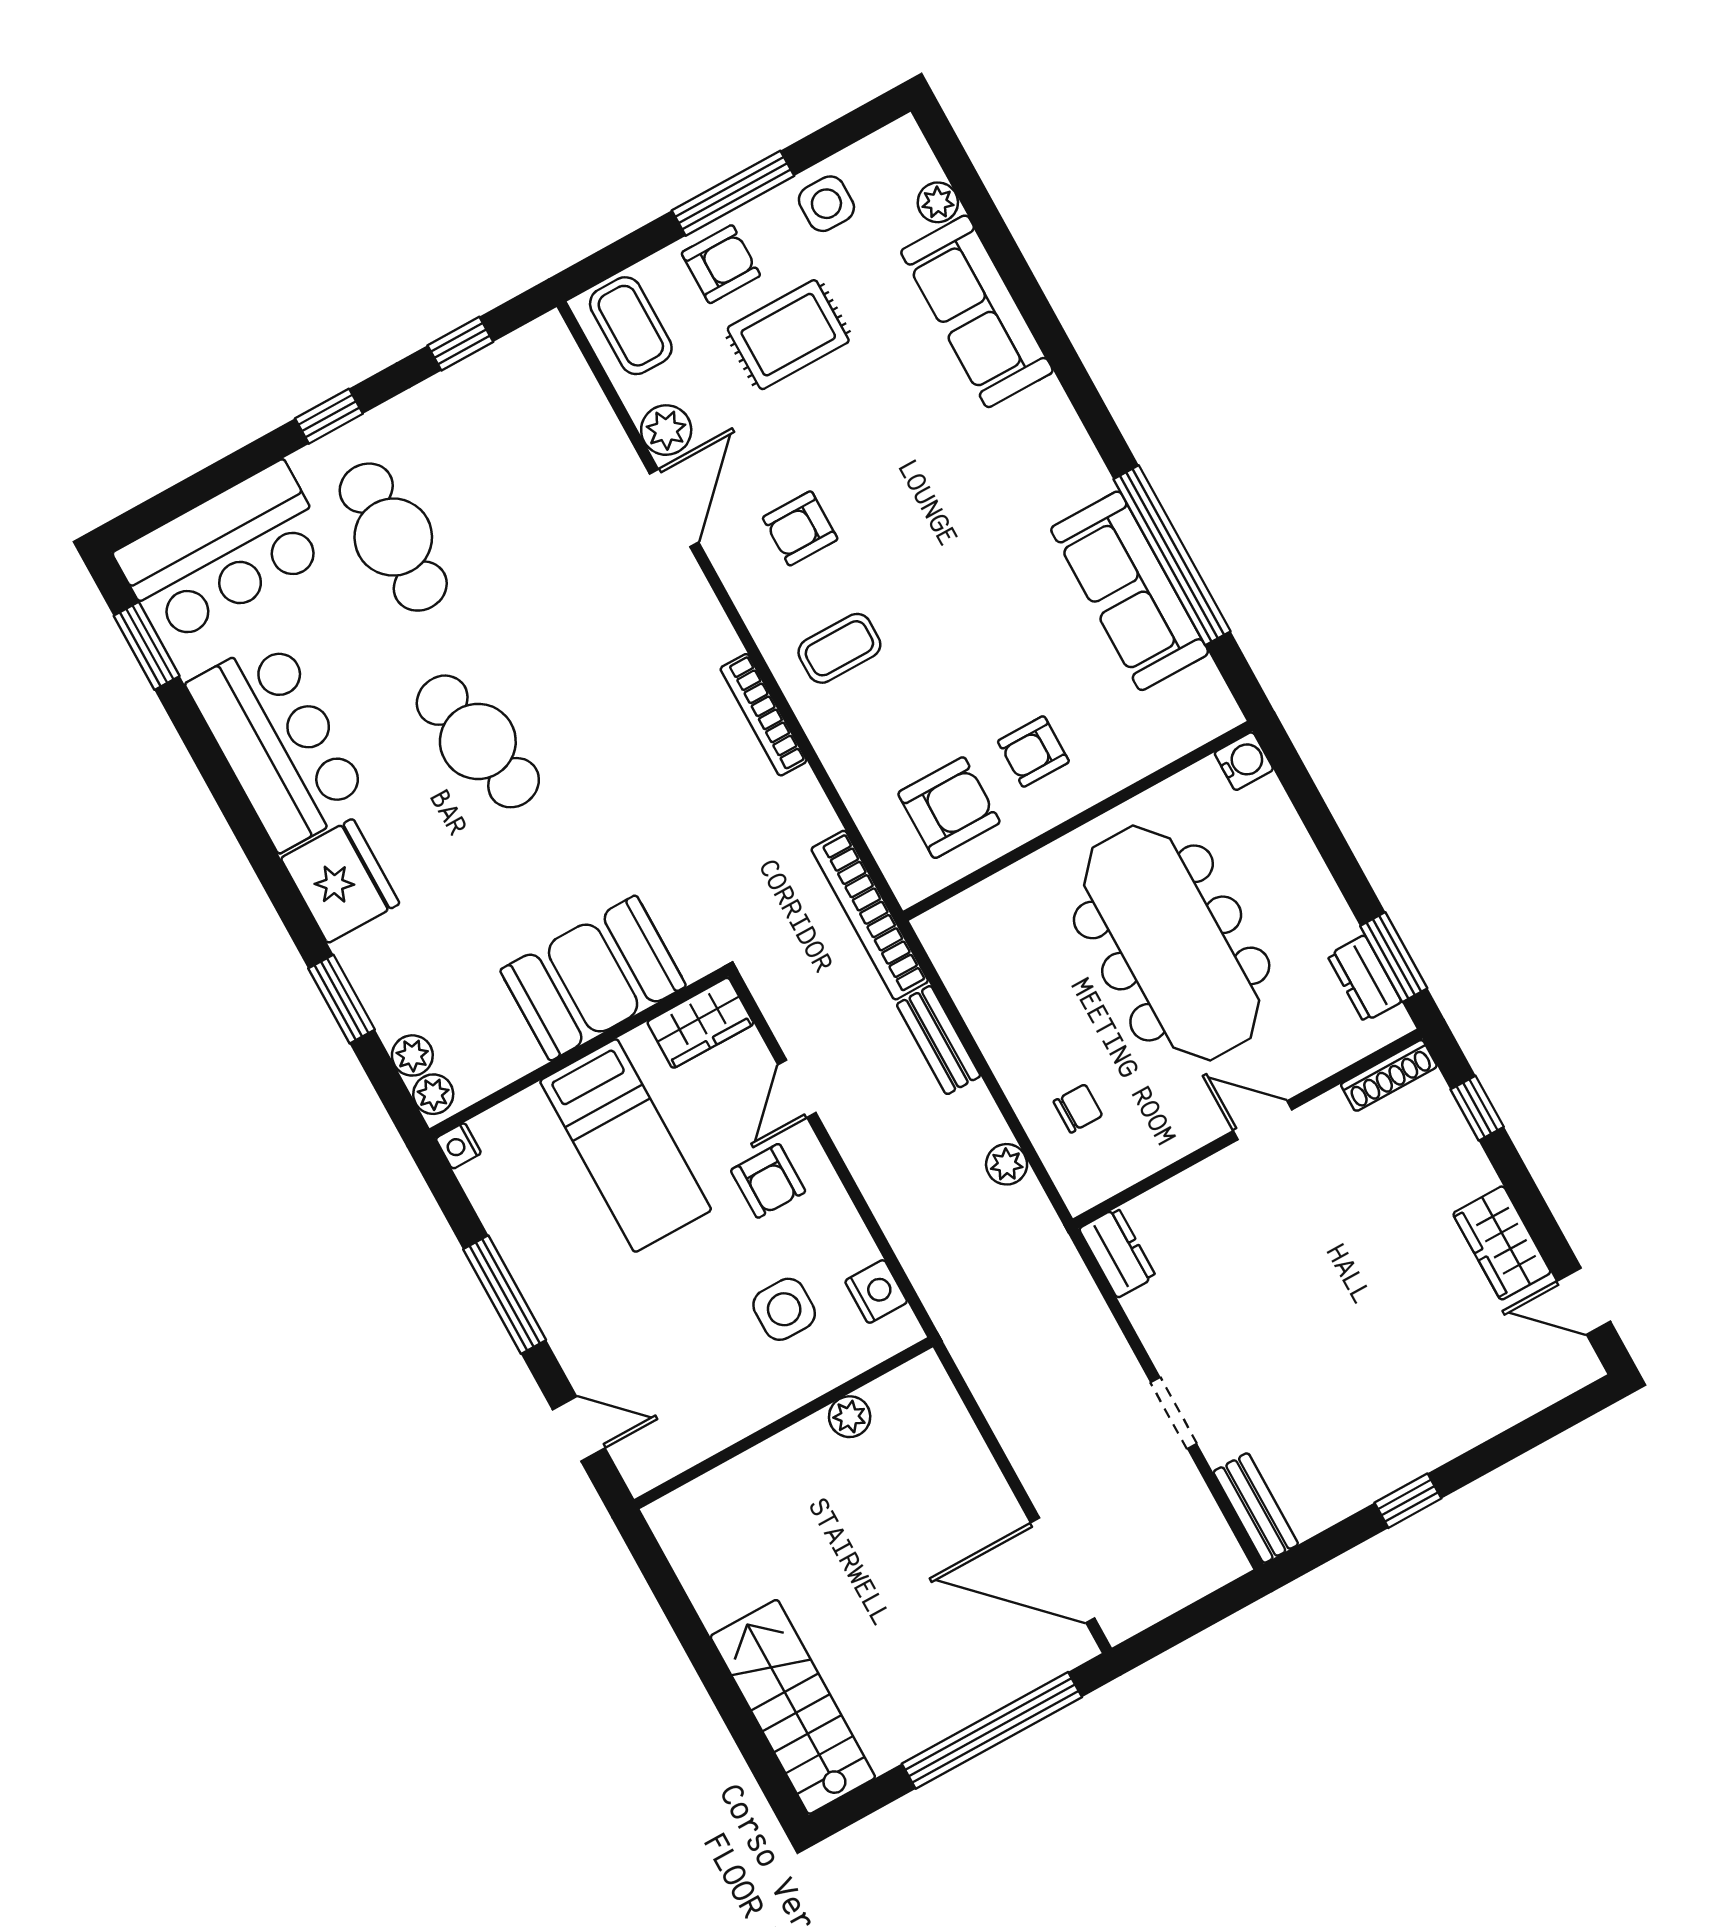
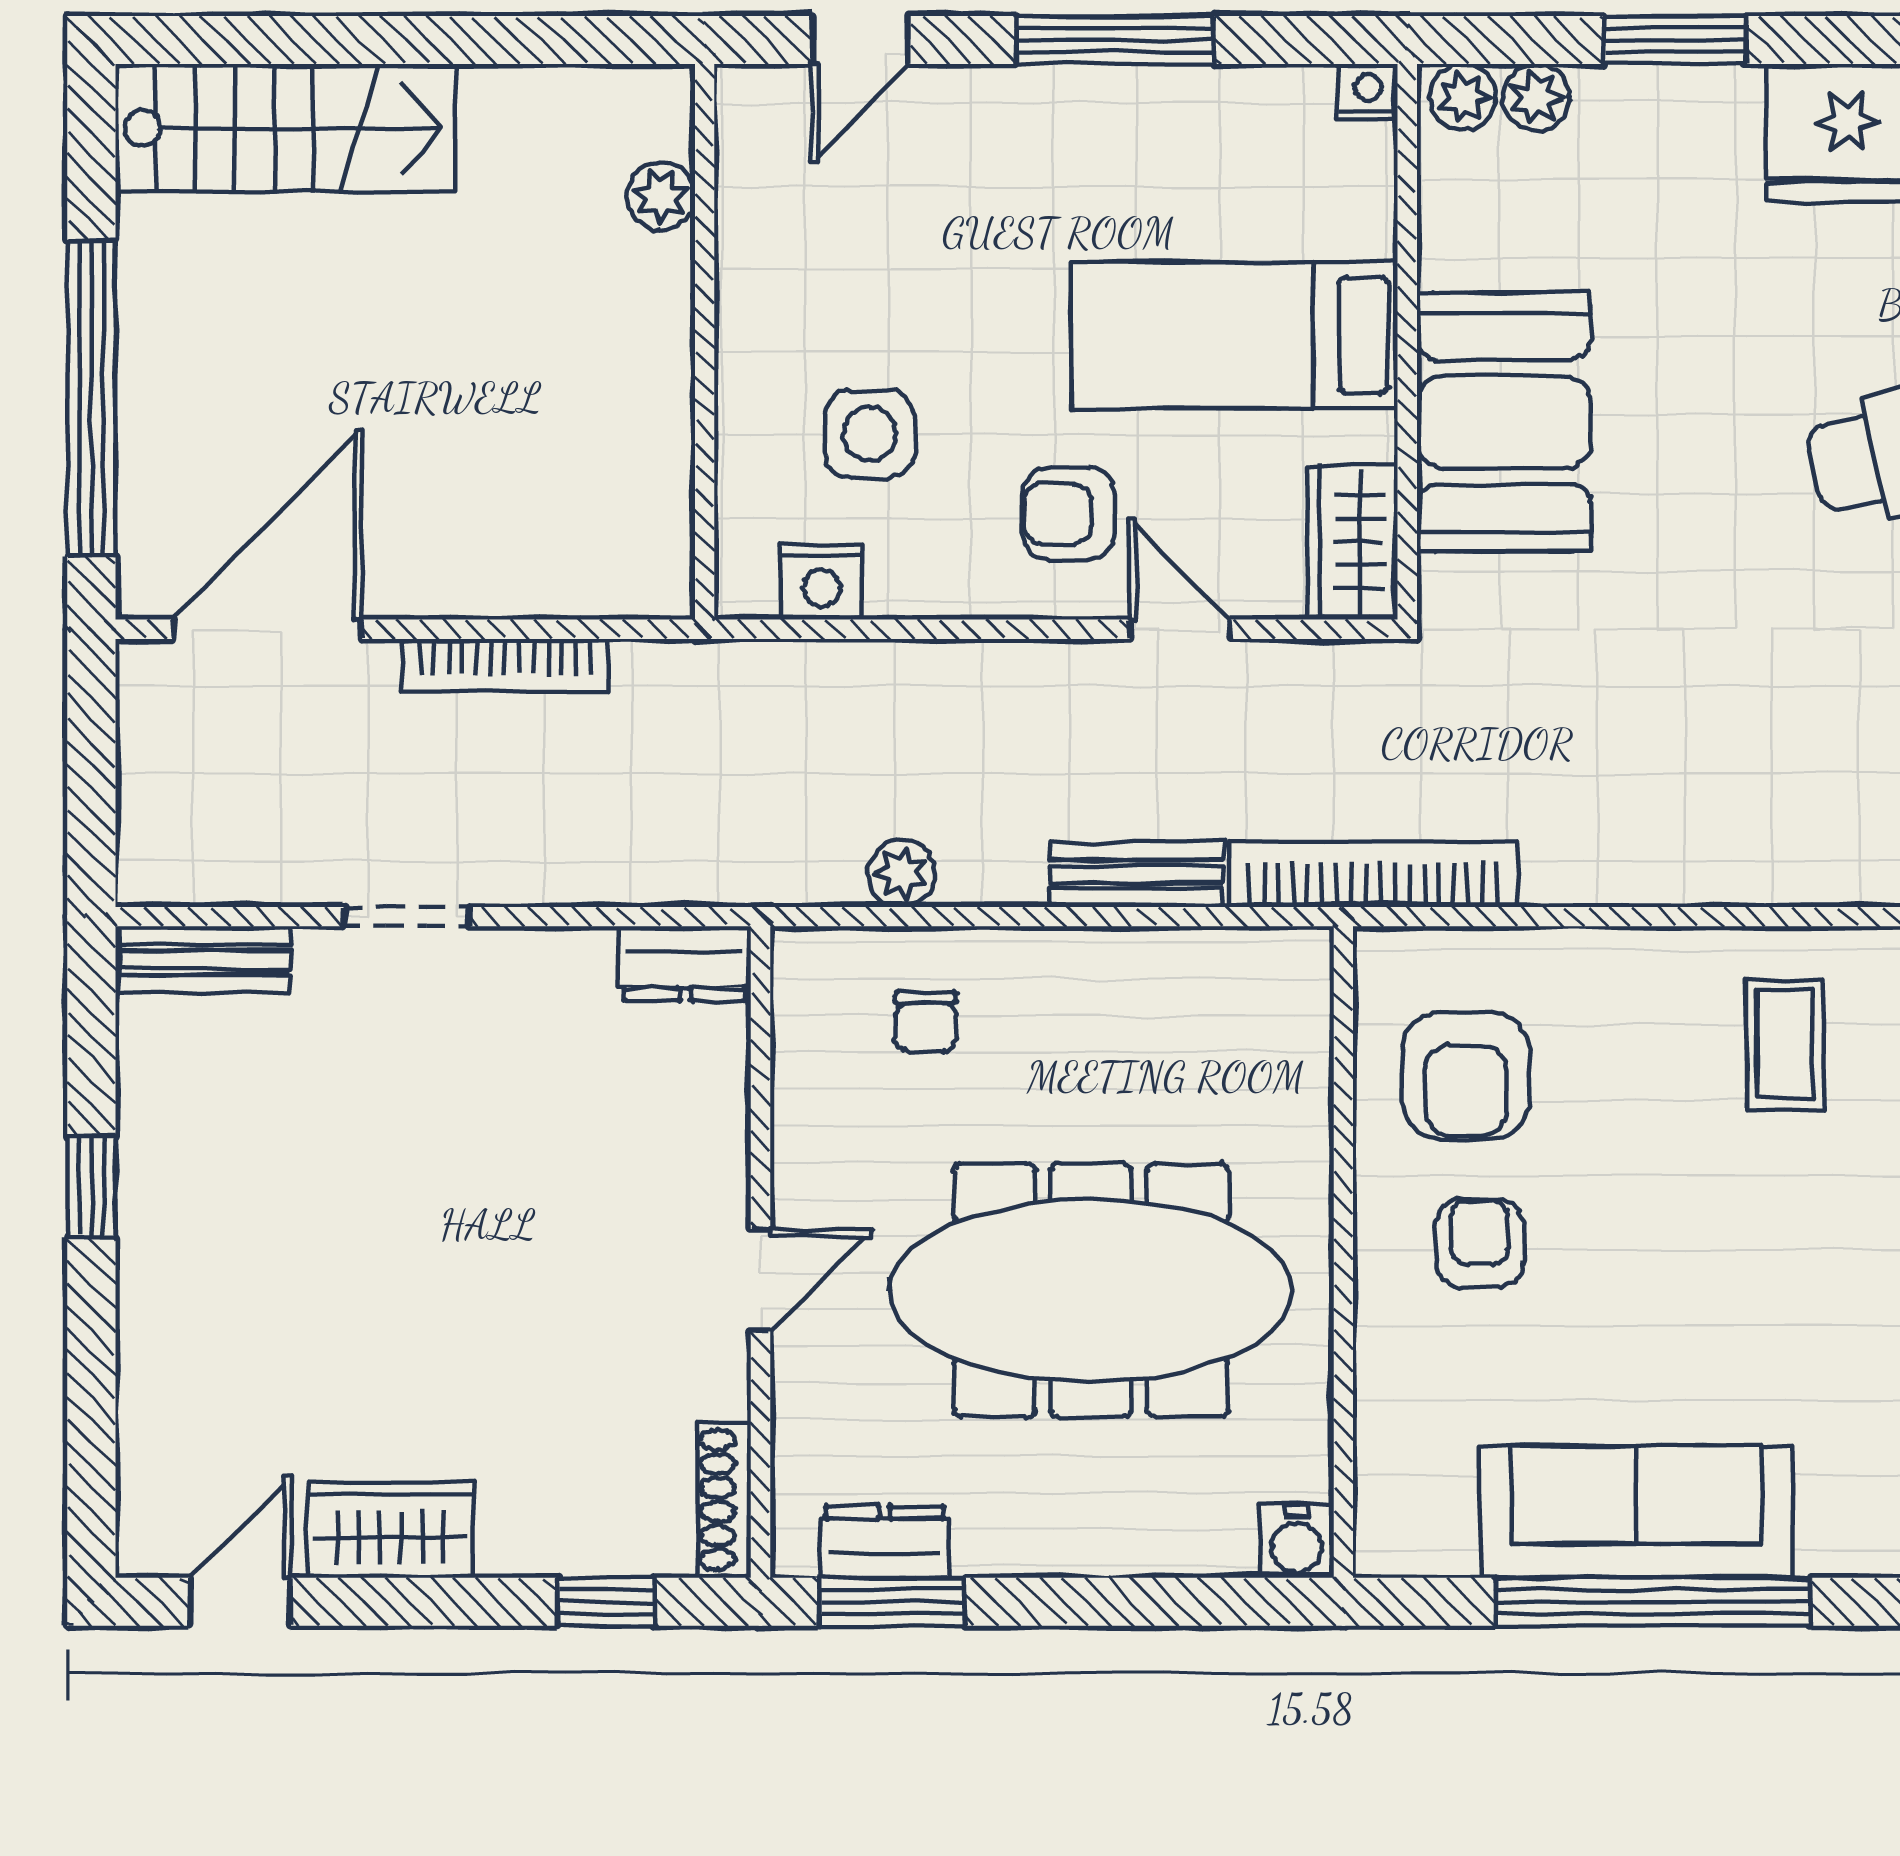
bookcase: (763, 715) -> (505, 665), moved, turned 180
plant: (850, 1417) -> (661, 196), moved

